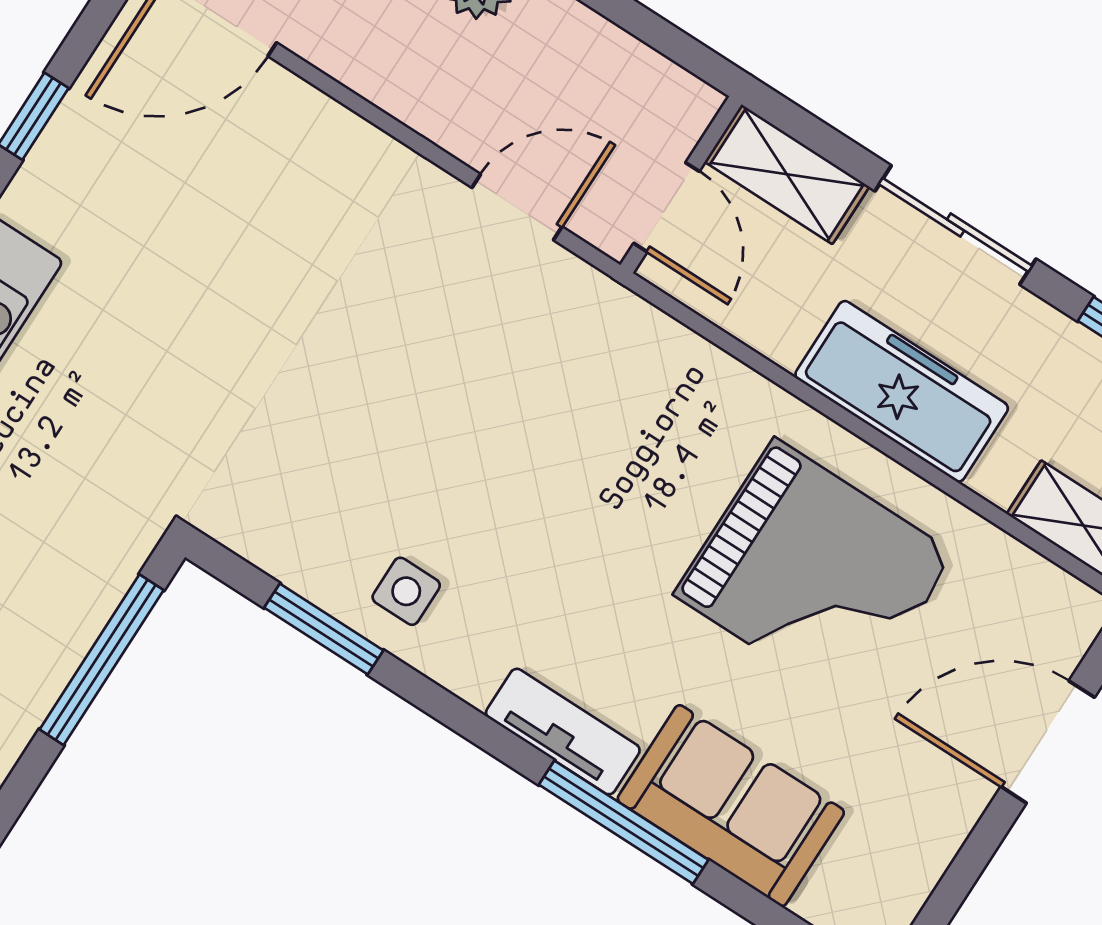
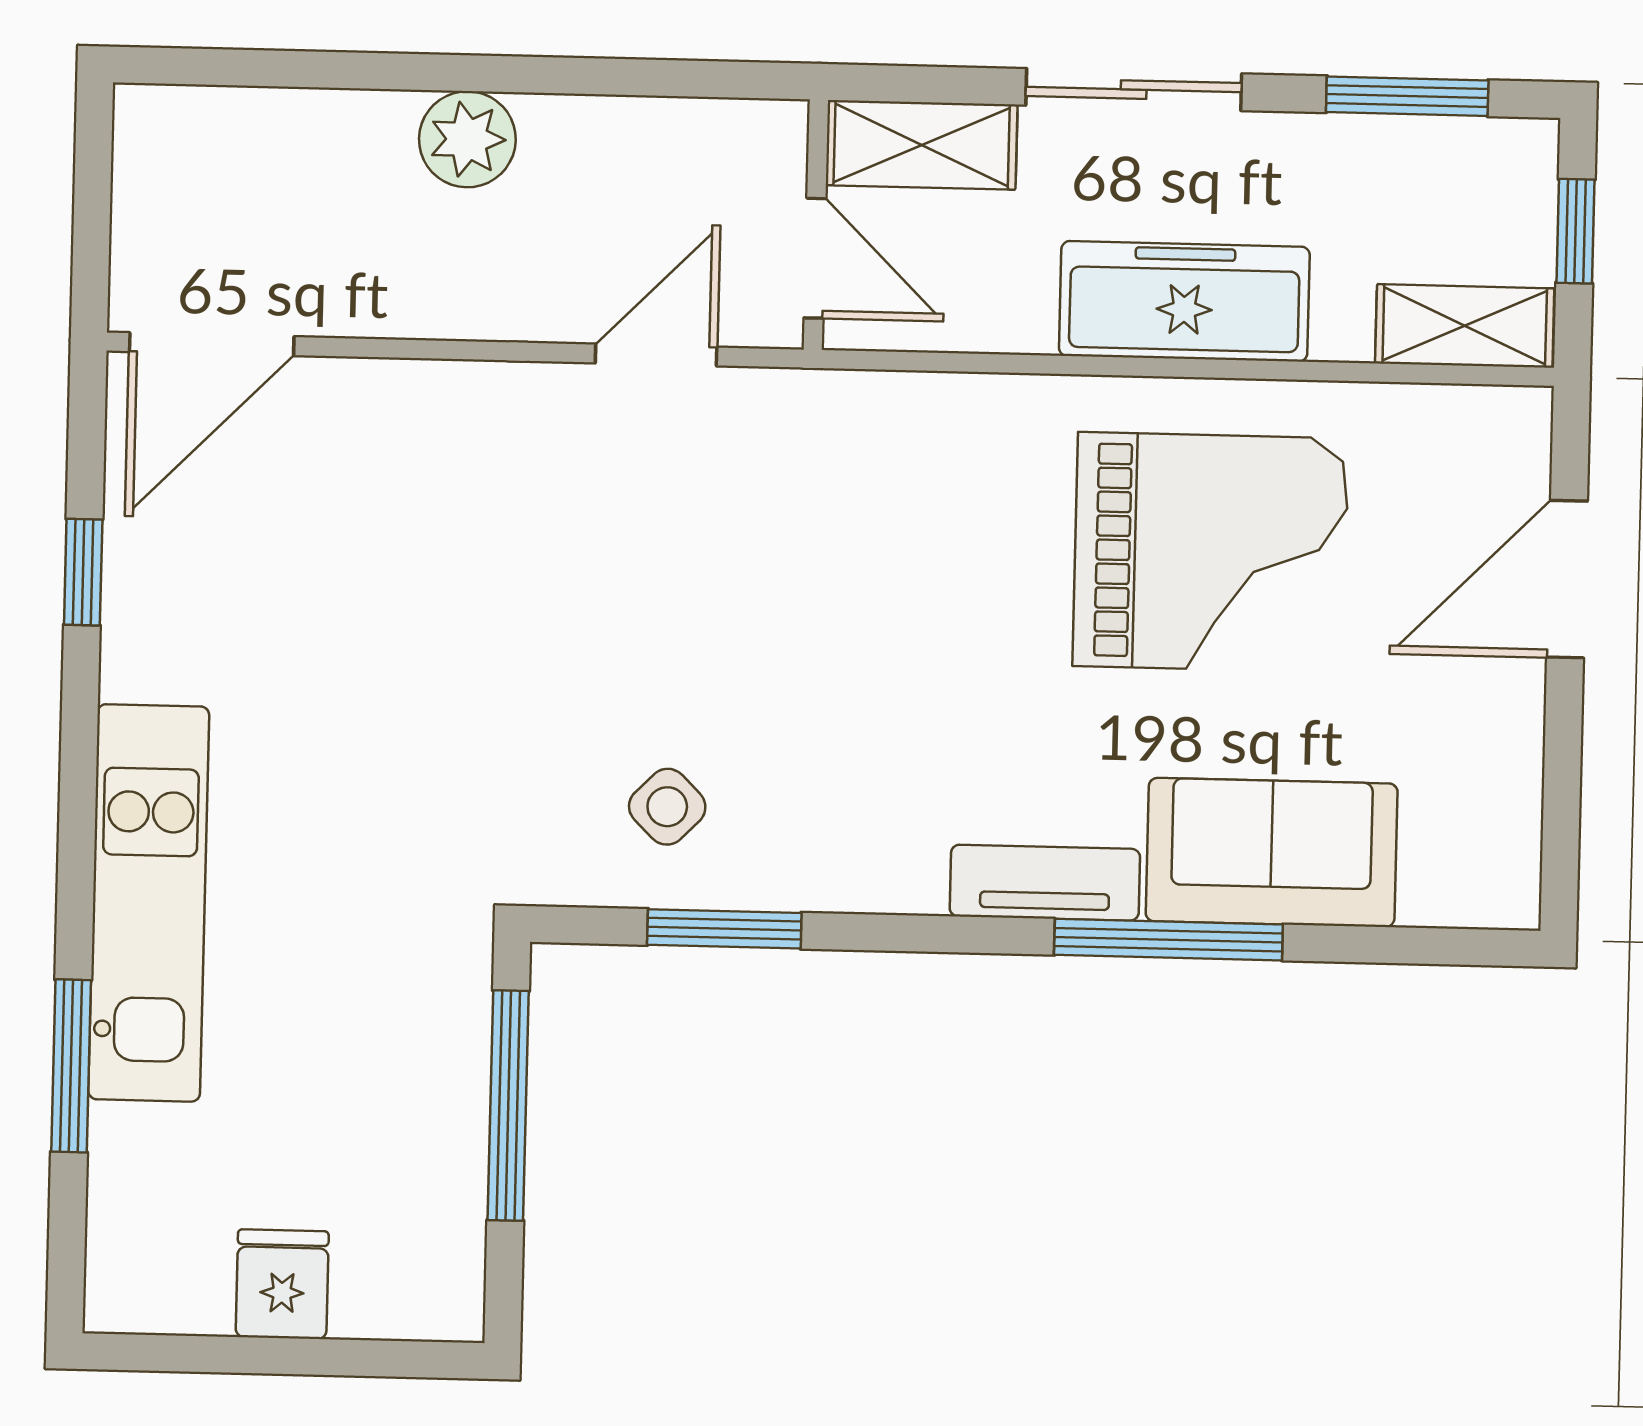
side table: (406, 591) -> (667, 807), moved, turned 45

